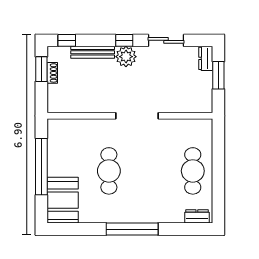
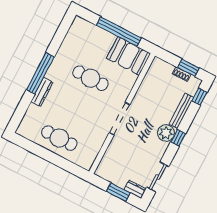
sliding door: (166, 40) -> (158, 177), moved
booth: (63, 200) -> (129, 56), moved
dresser: (197, 216) -> (42, 92), moved, width x1.44

